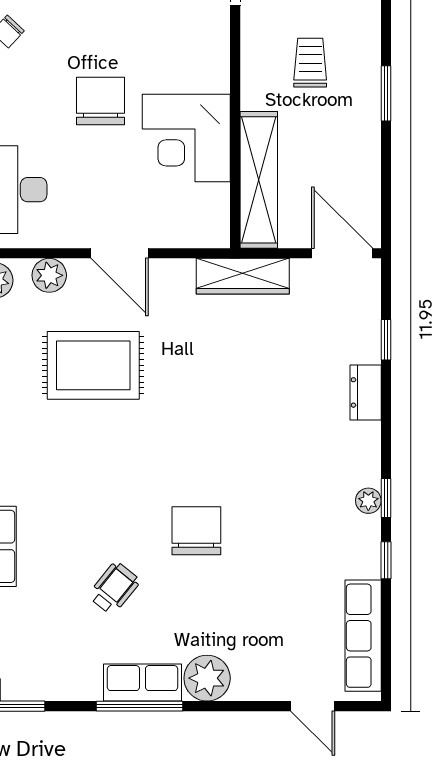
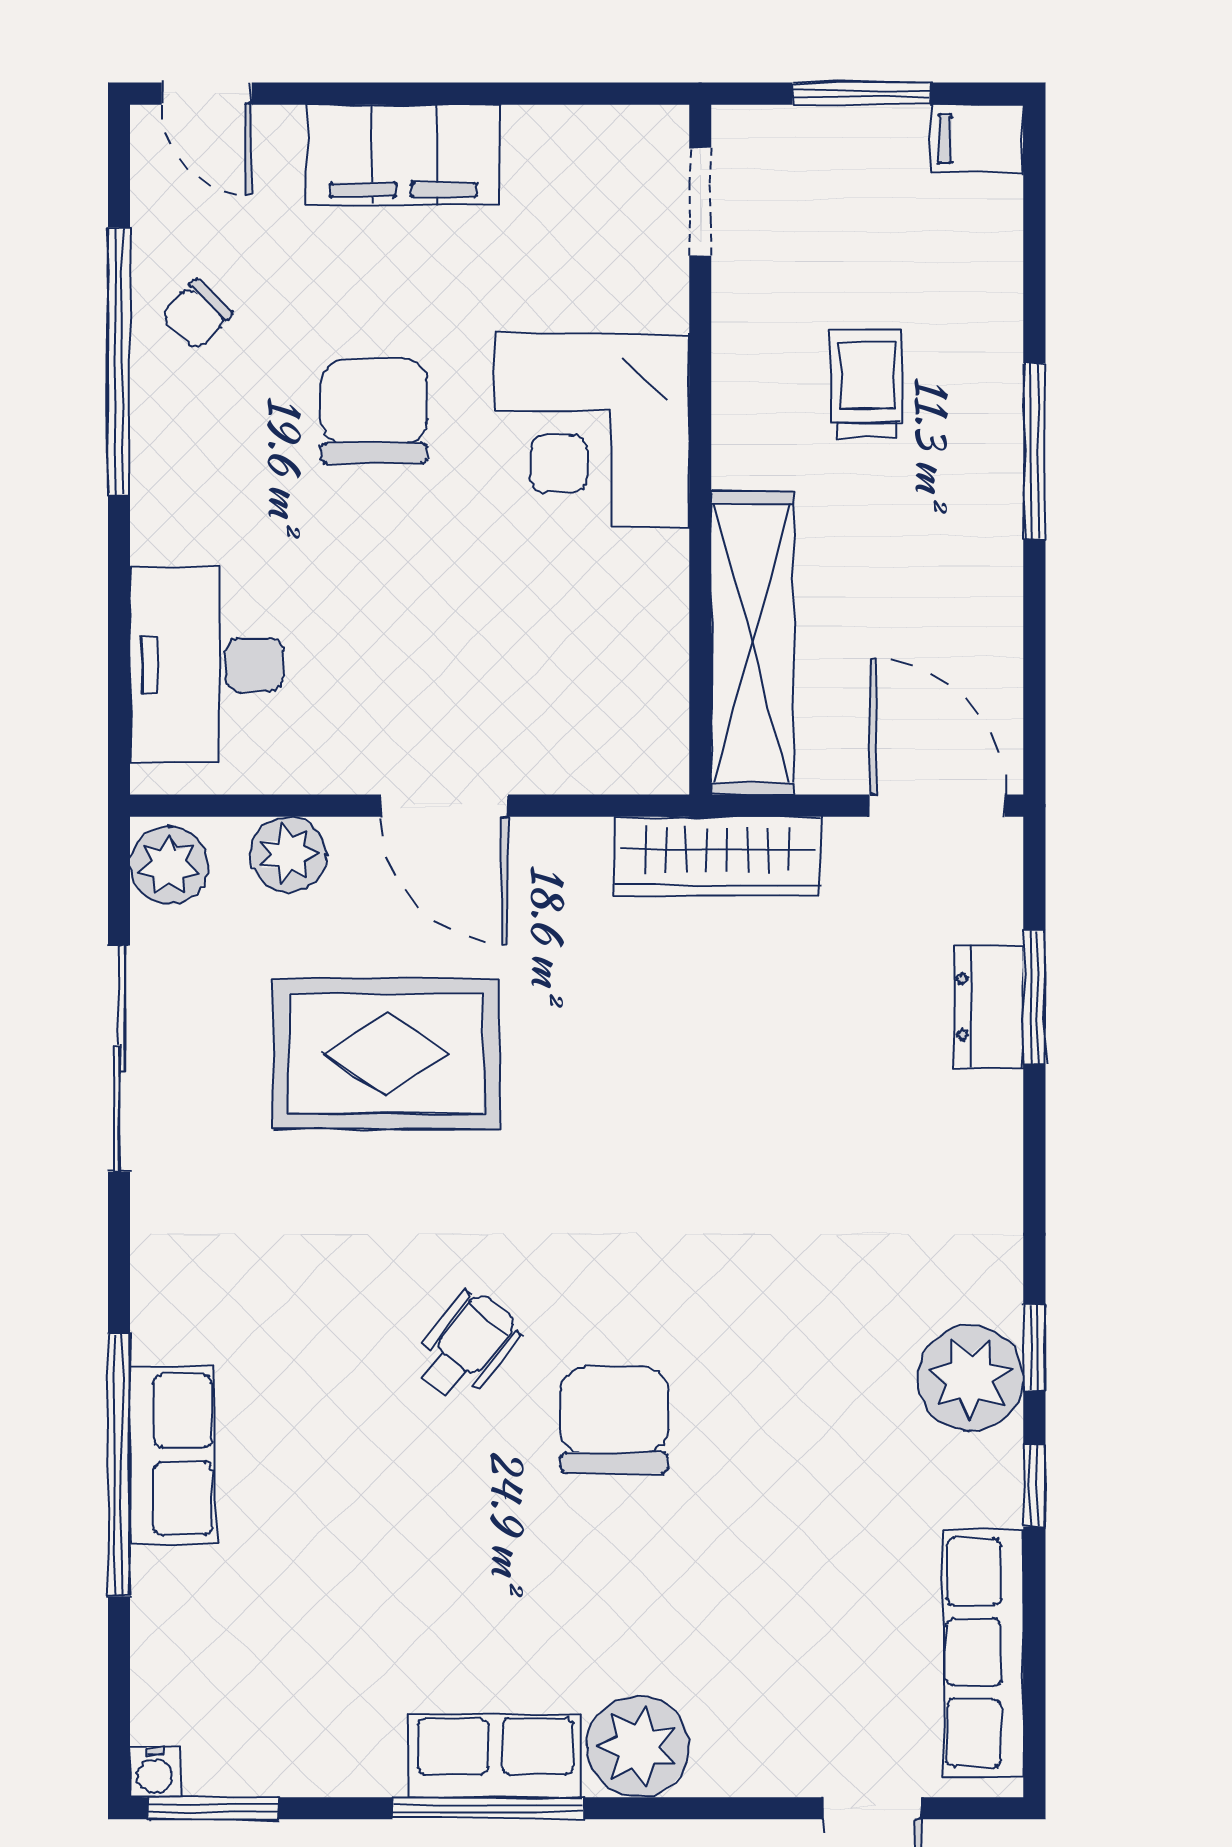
window: (386, 93) -> (1034, 451), width x1.44
chair: (101, 101) -> (374, 411), moved
corner desk: (186, 138) -> (592, 430), moved
window: (386, 340) -> (1034, 997), width x1.50
dresser: (366, 392) -> (989, 1007), moved
plant: (368, 501) -> (970, 1378), width x1.88, depth x1.88
wheelchair: (114, 588) -> (466, 1346), moved

